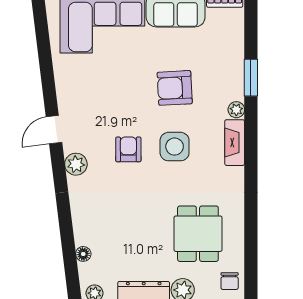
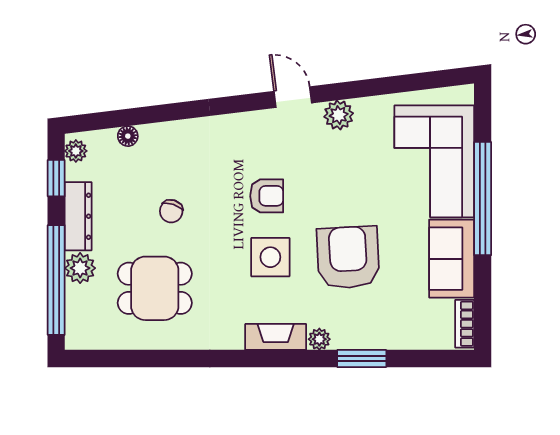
armchair: (175, 88) -> (348, 257), width x1.36, depth x1.36
plant: (76, 164) -> (339, 115), moved
chair: (230, 281) -> (171, 211), moved, turned -72

